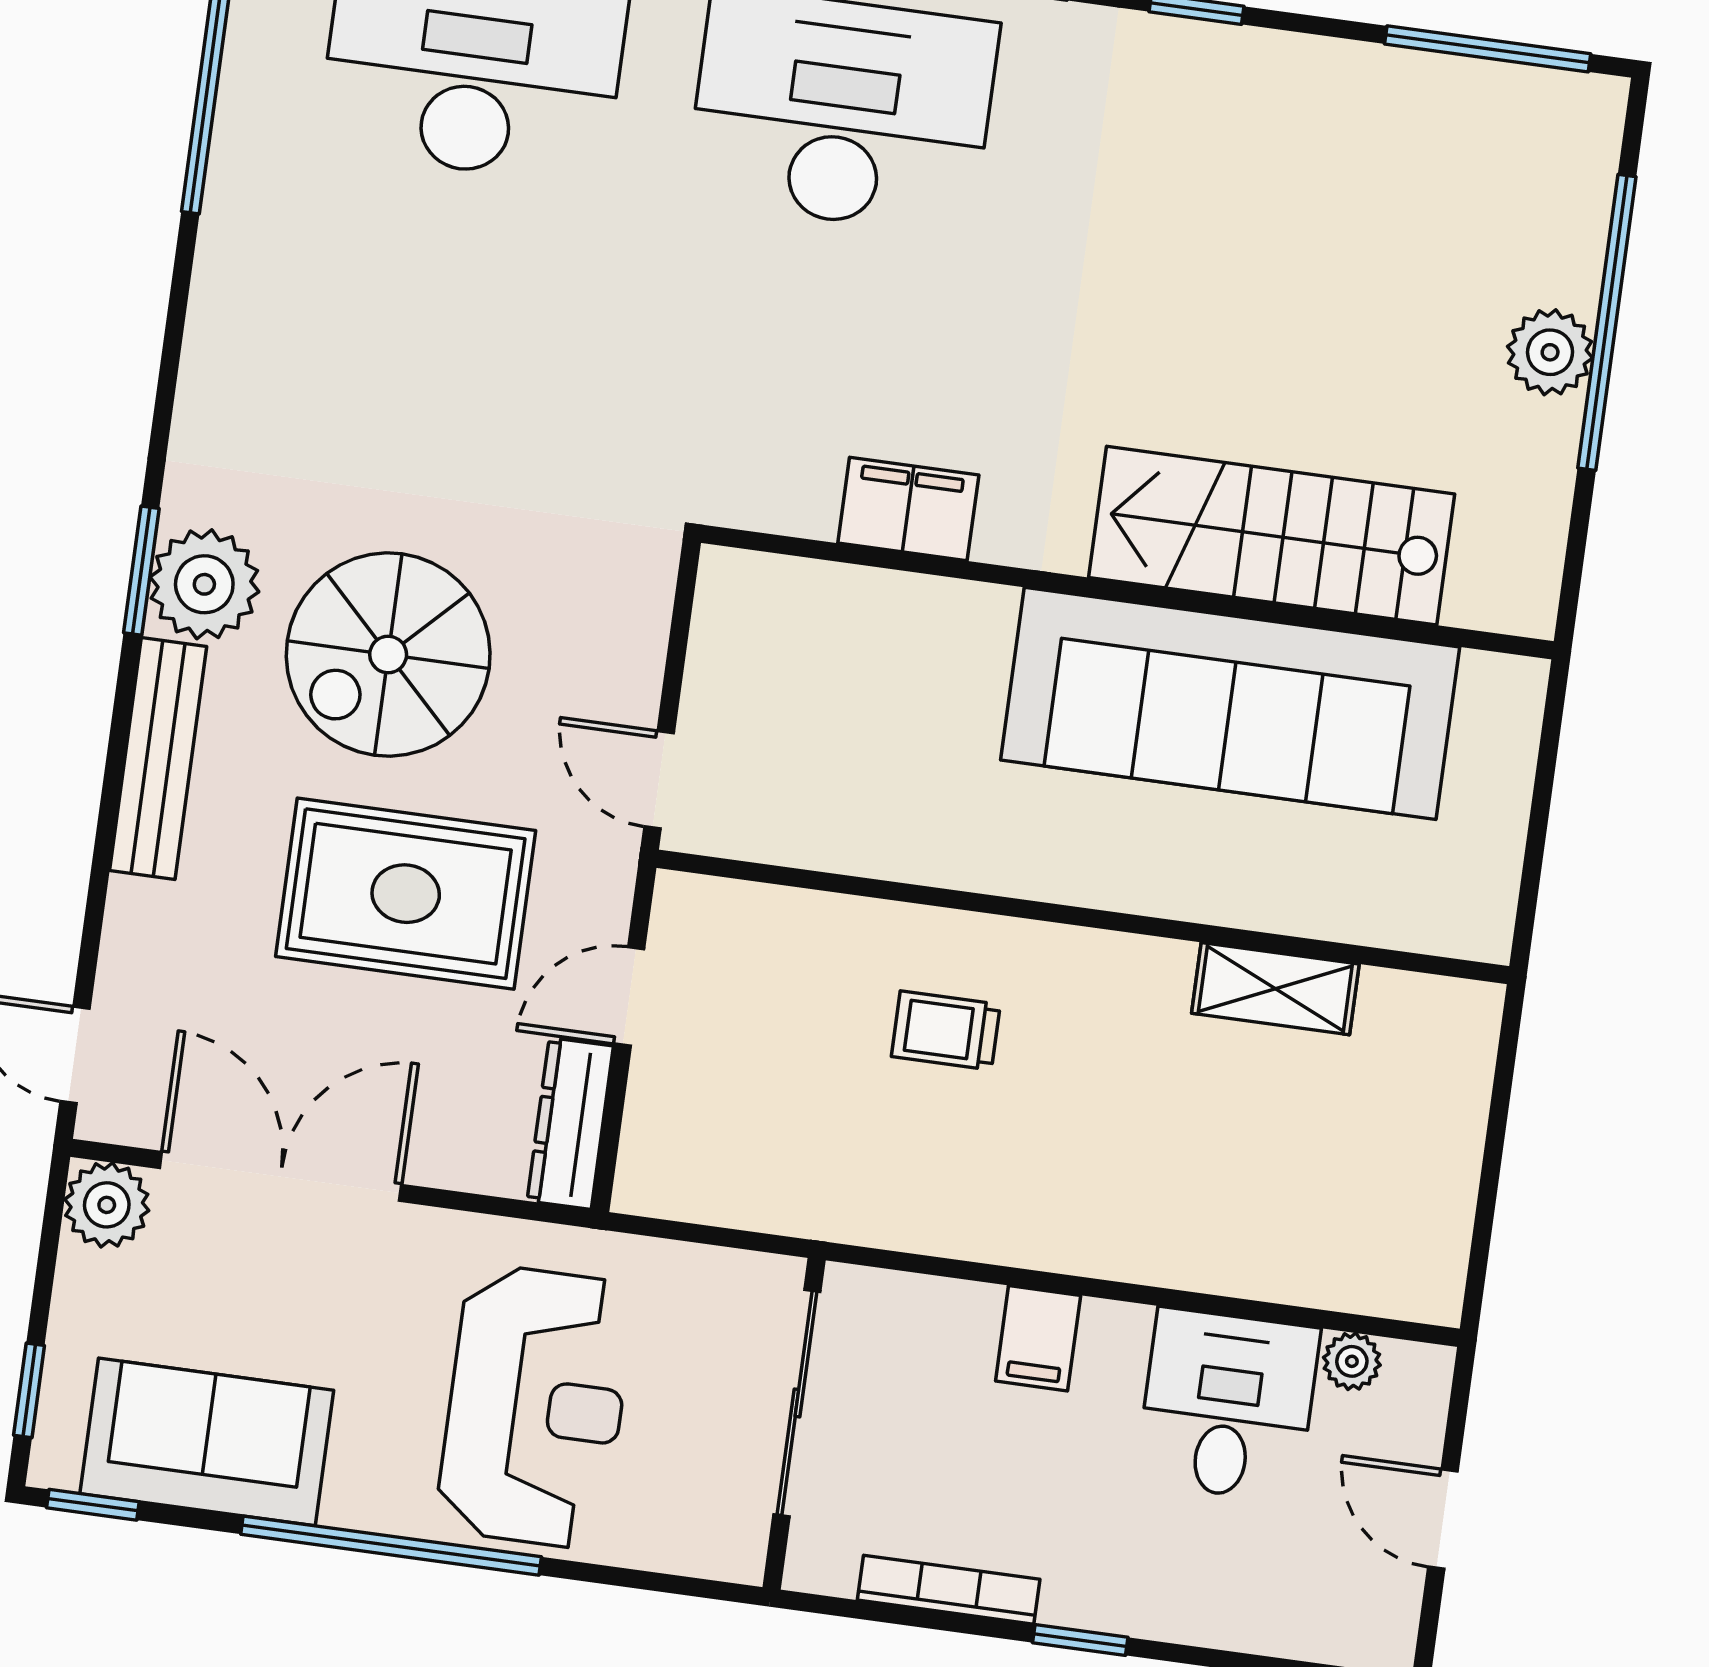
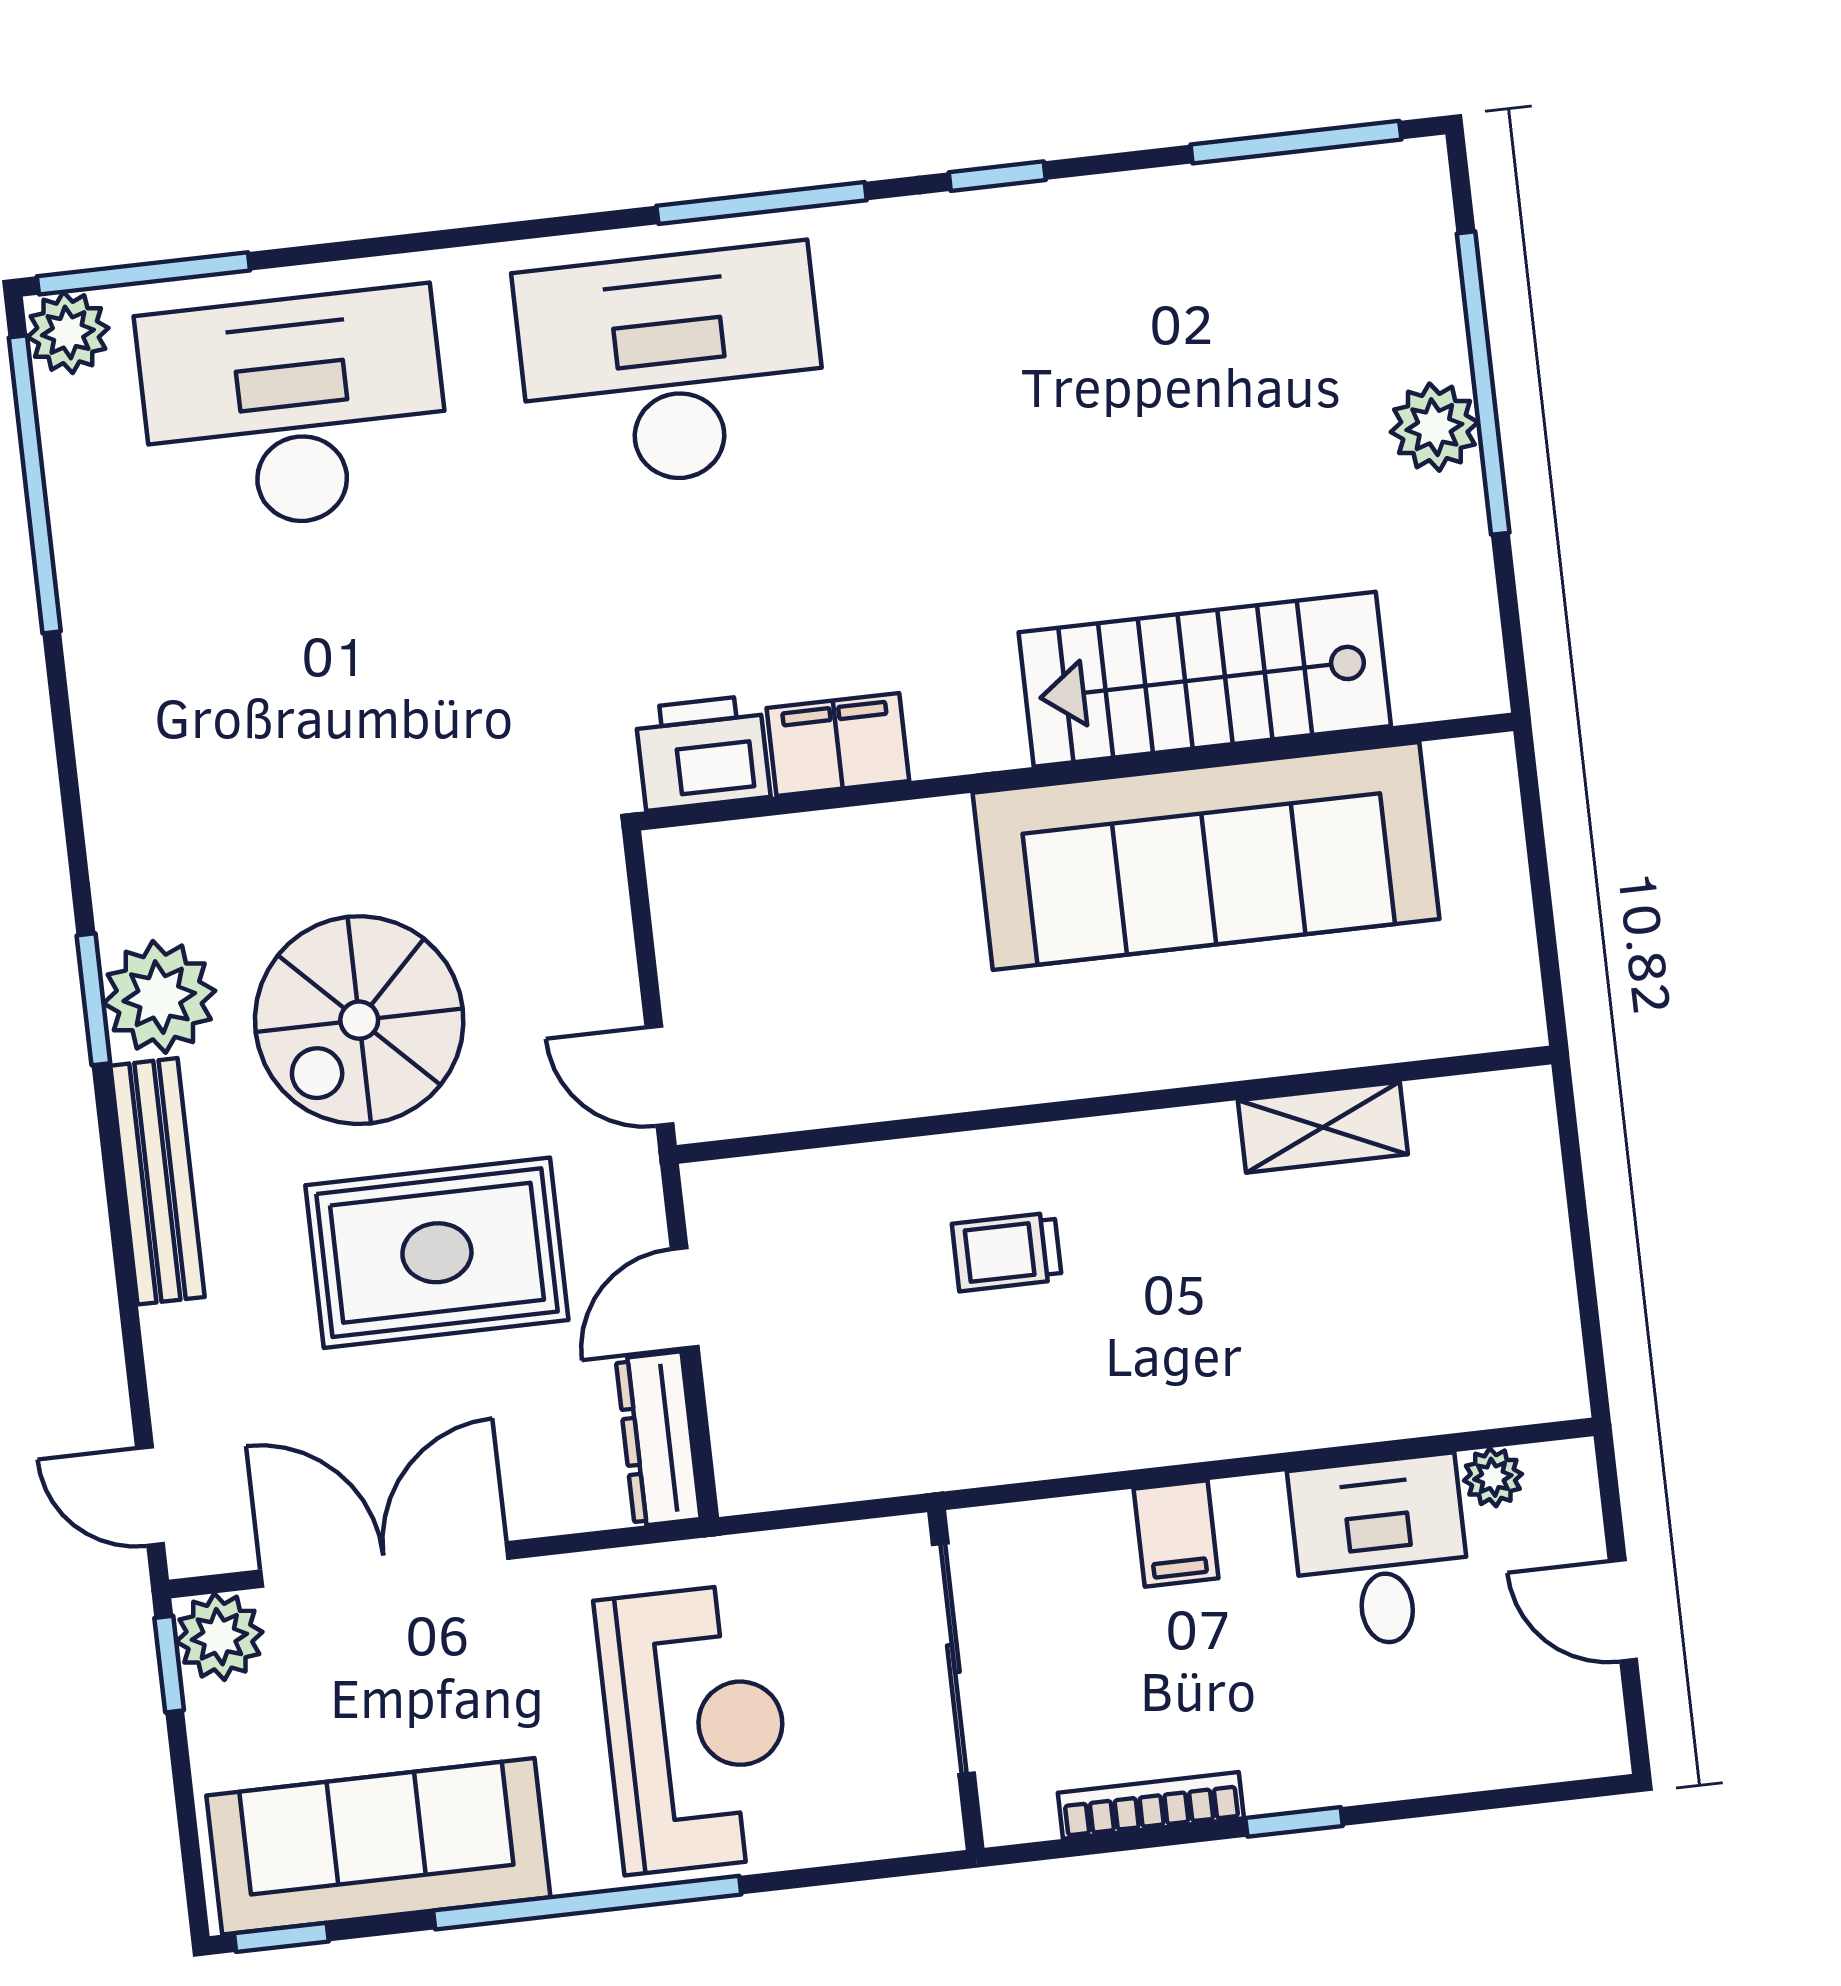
printer: (778, 484) -> (703, 753), added
window: (29, 1390) -> (169, 1664), moved
sofa: (207, 1442) -> (378, 1846), width x1.36

